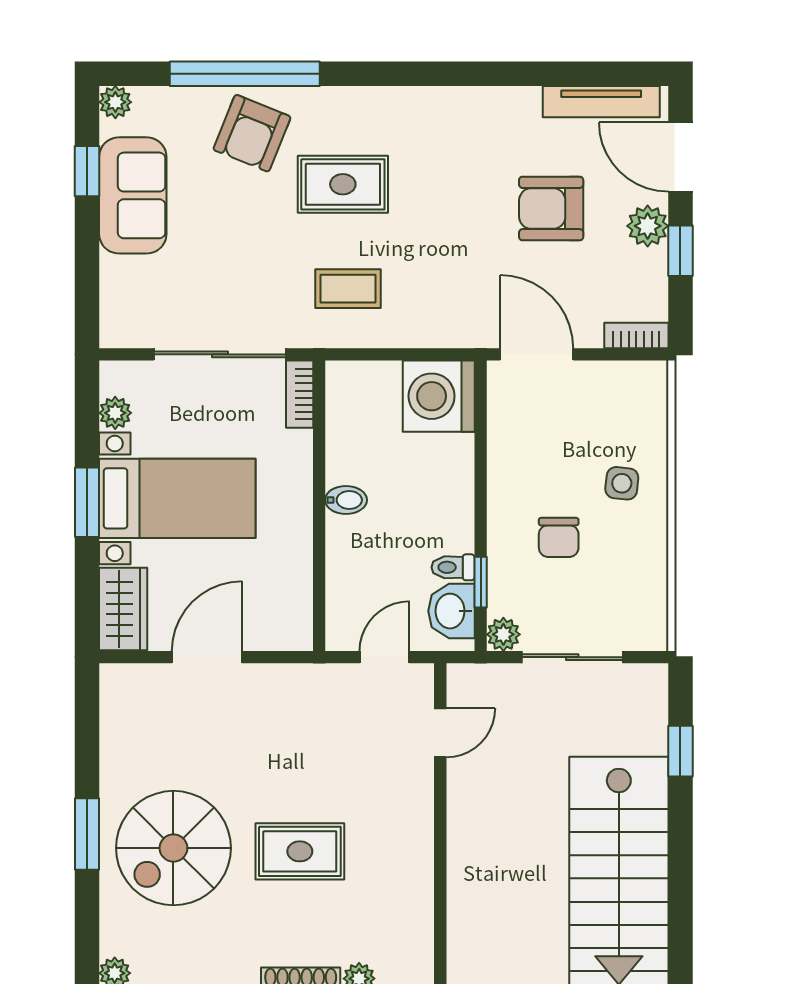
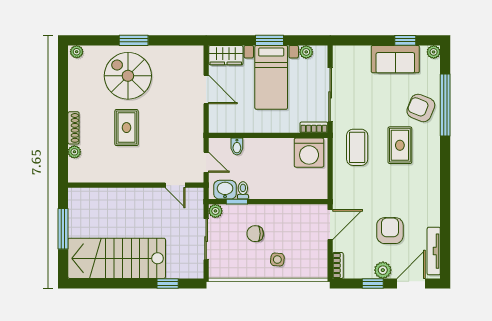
coffee table: (348, 289) -> (357, 147), width x1.36, depth x1.30
washing machine: (439, 396) -> (309, 153), moved, turned 180
bidet: (346, 500) -> (237, 146), moved

